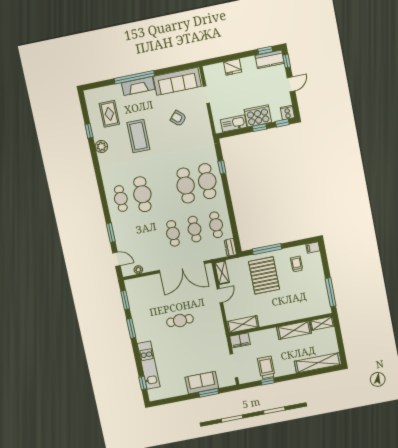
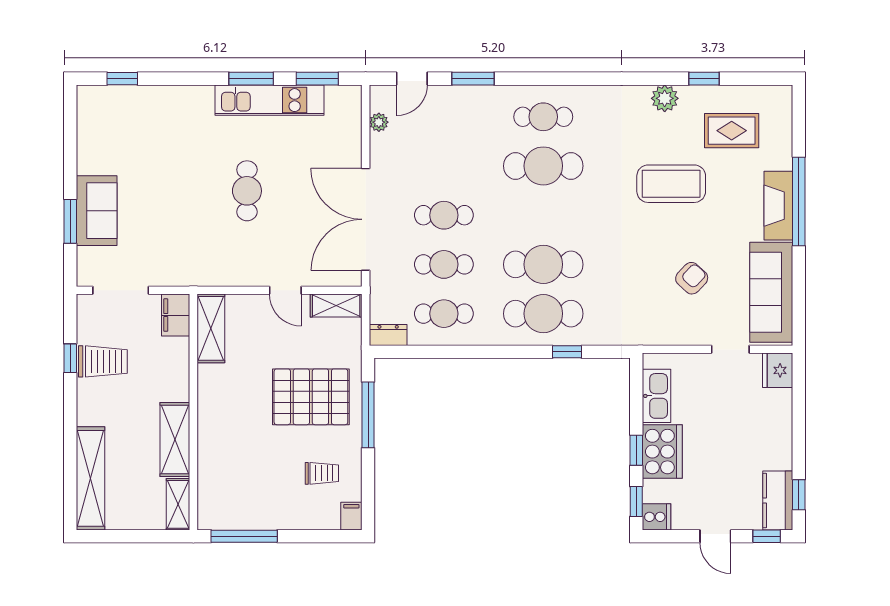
fridge: (233, 67) -> (778, 370), moved
kitchen unit: (149, 365) -> (270, 100), moved

